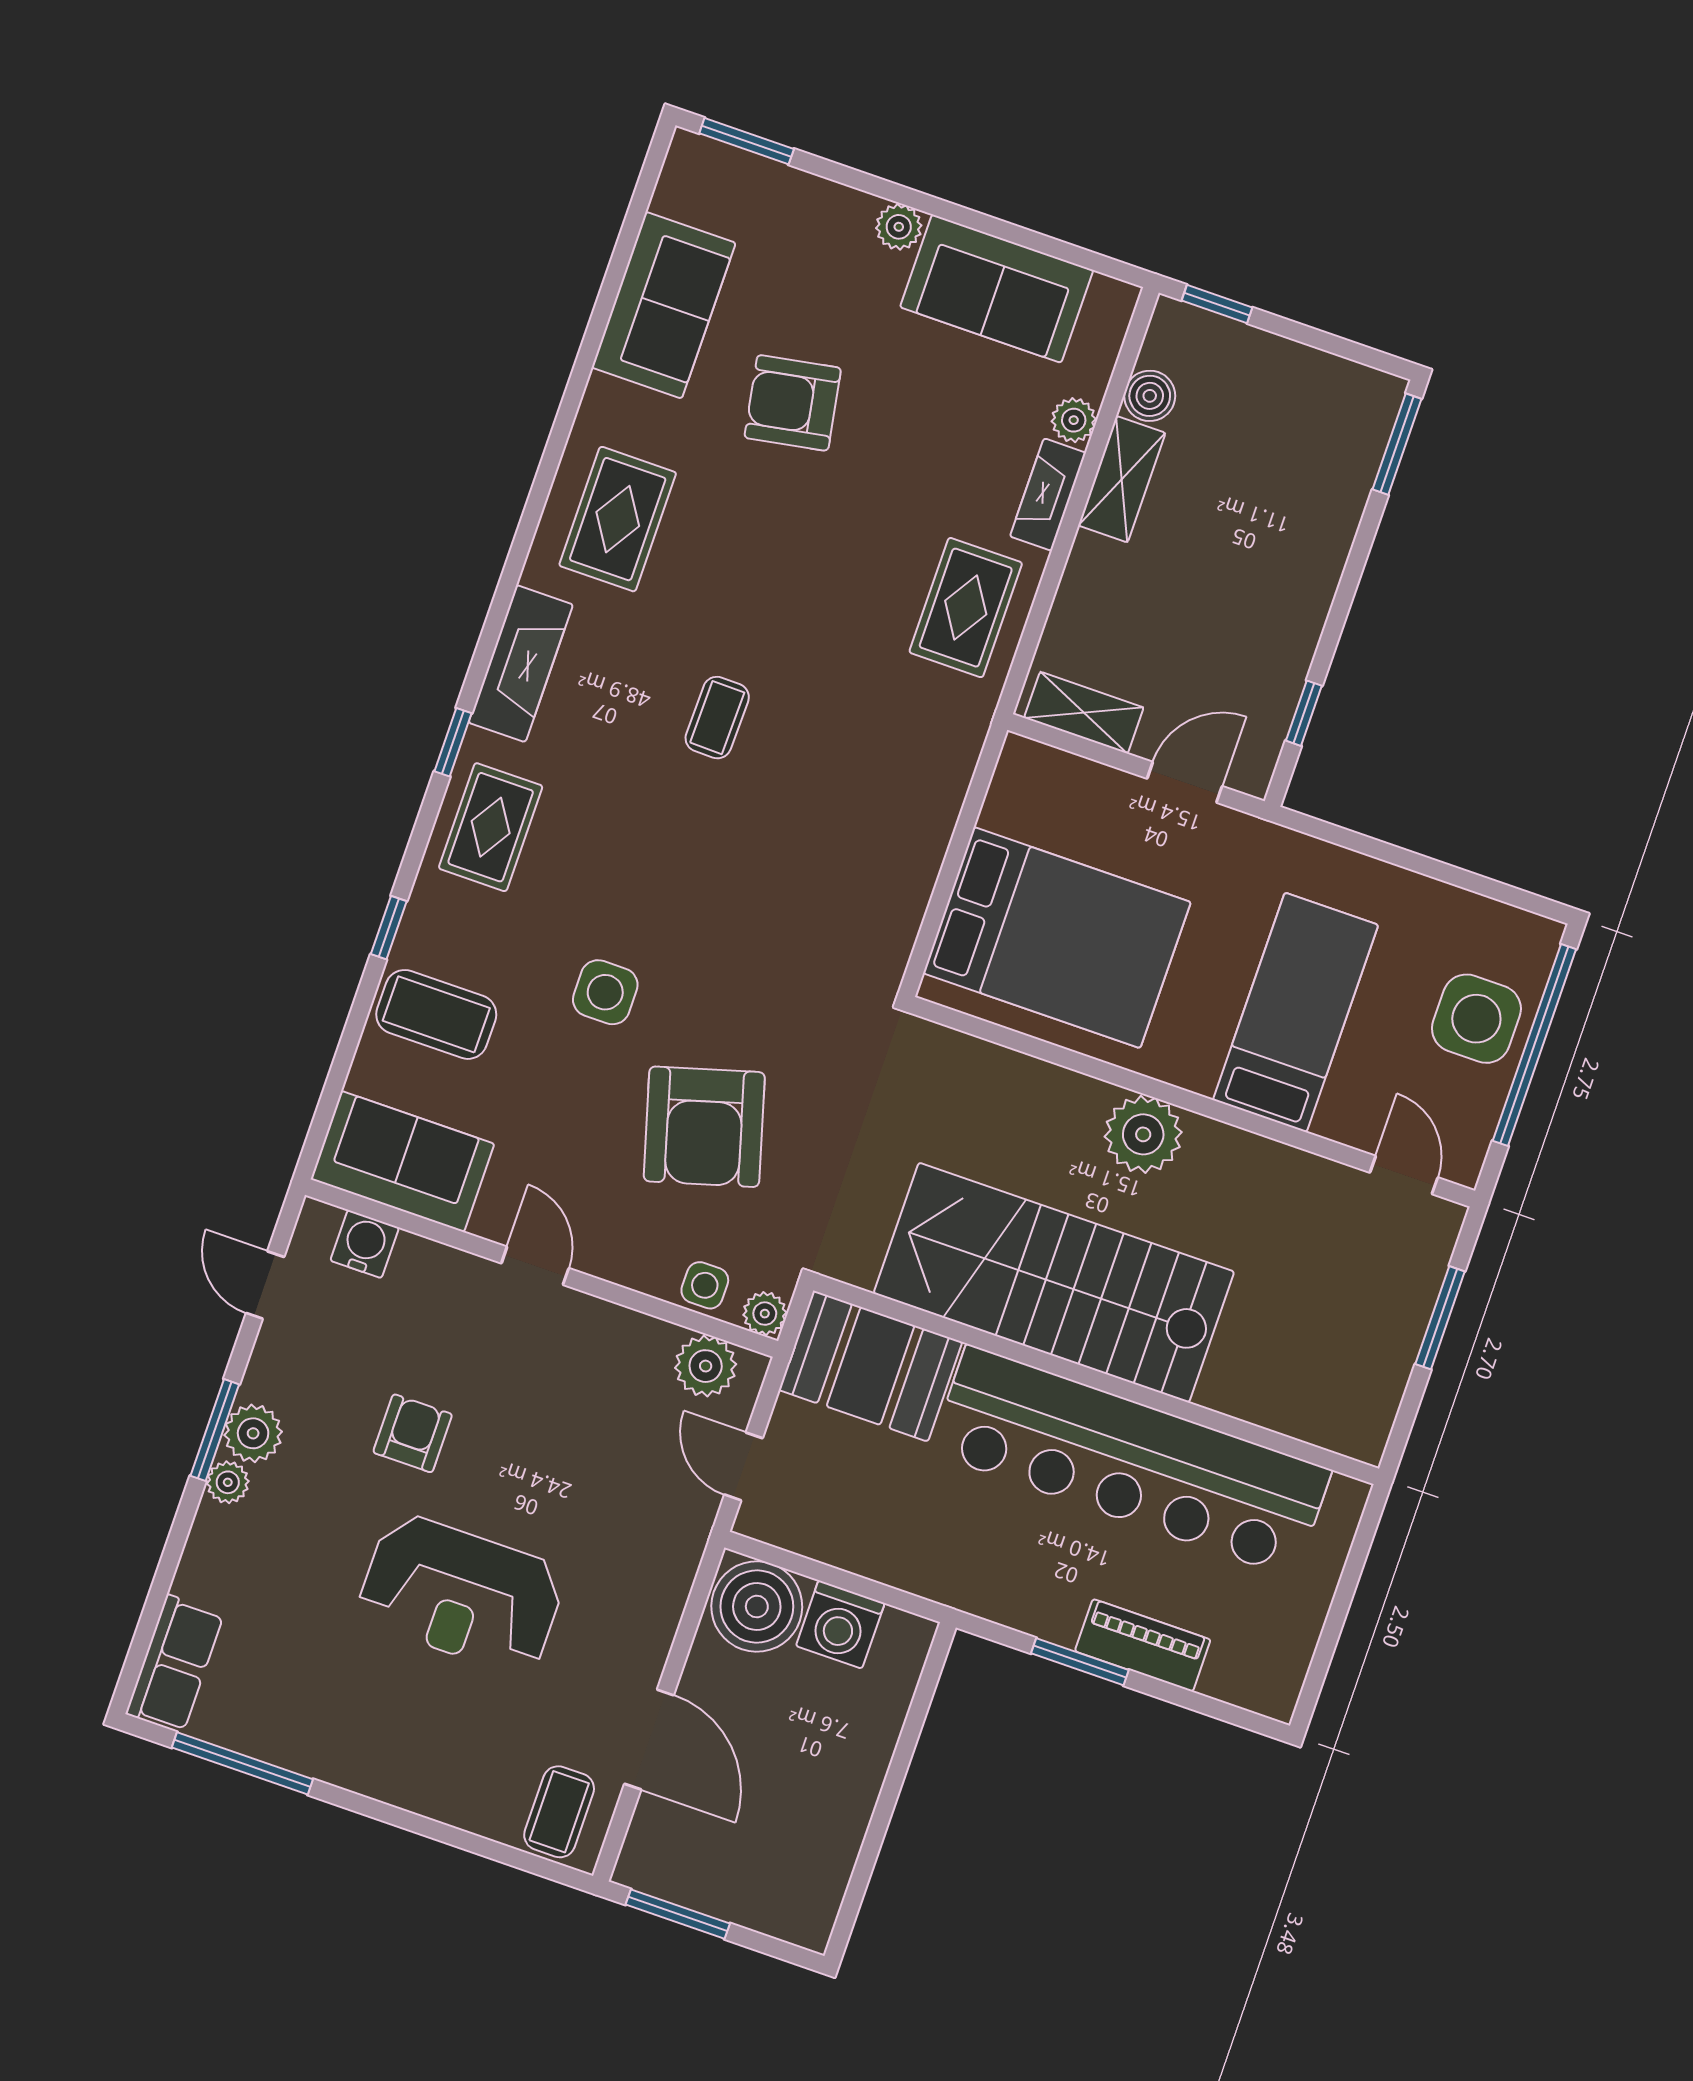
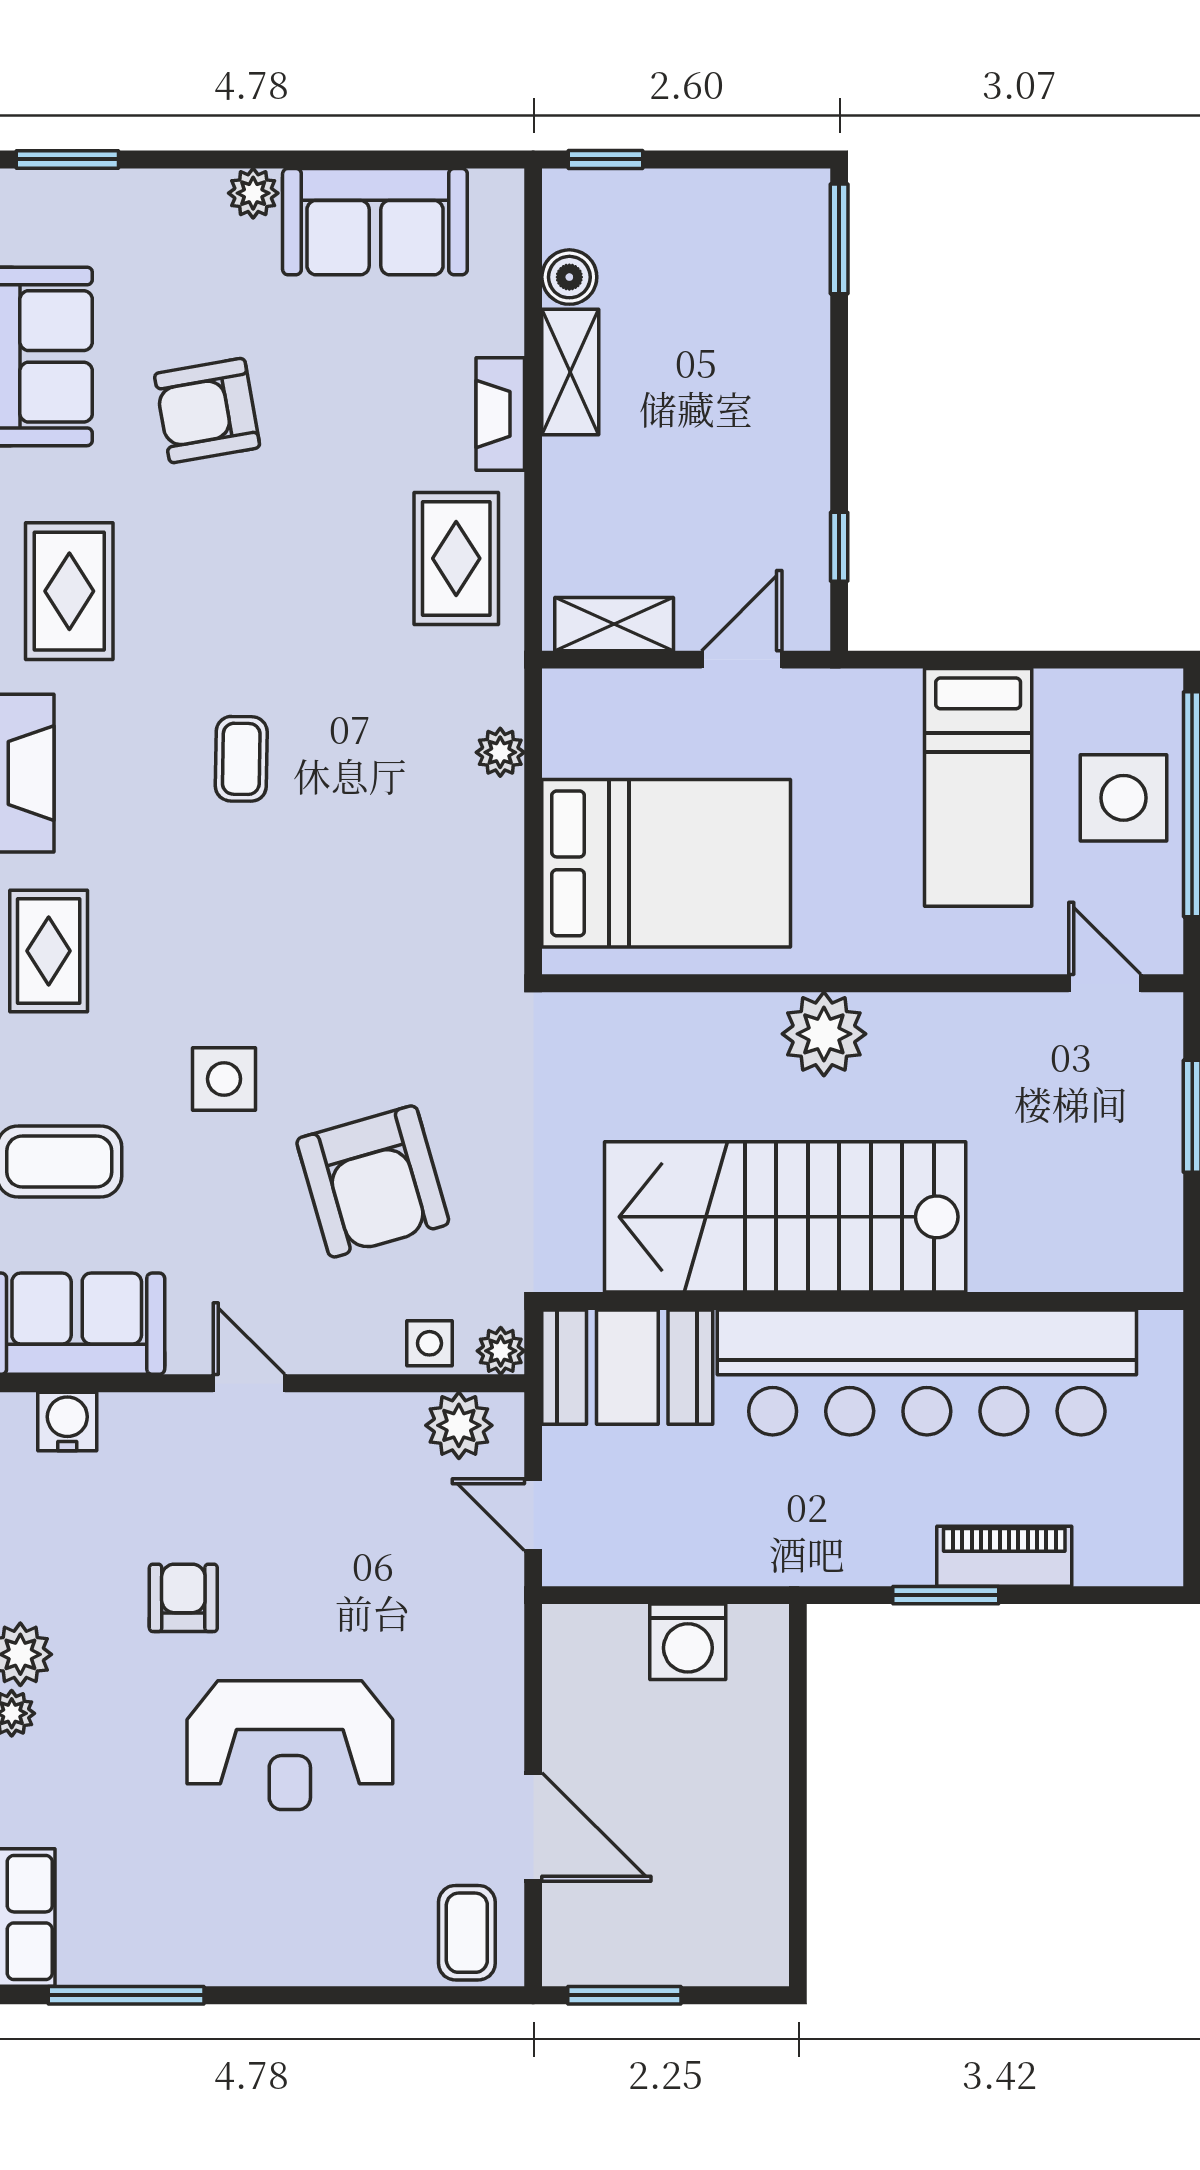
plant: (1074, 420) -> (500, 752), moved
bed: (1296, 1012) -> (978, 787), moved, turned 180
boiler: (757, 1607) -> (596, 1653), removed

